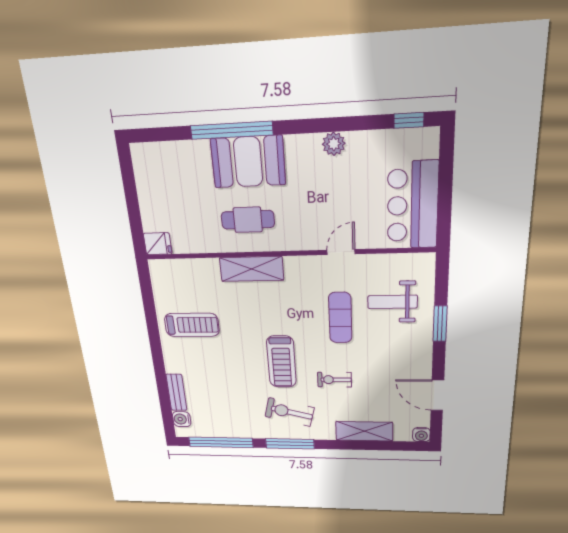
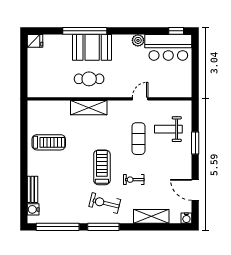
bar counter: (413, 205) -> (168, 47), moved, turned -90
fridge: (158, 244) -> (35, 41), moved
treadmill: (281, 362) -> (102, 167), turned 180

